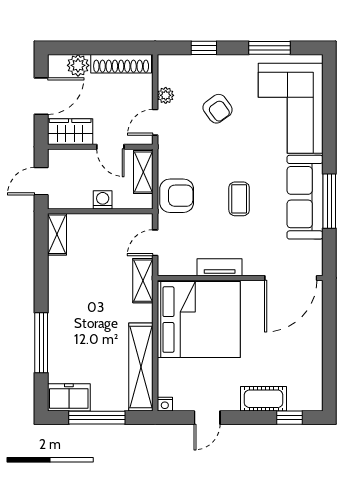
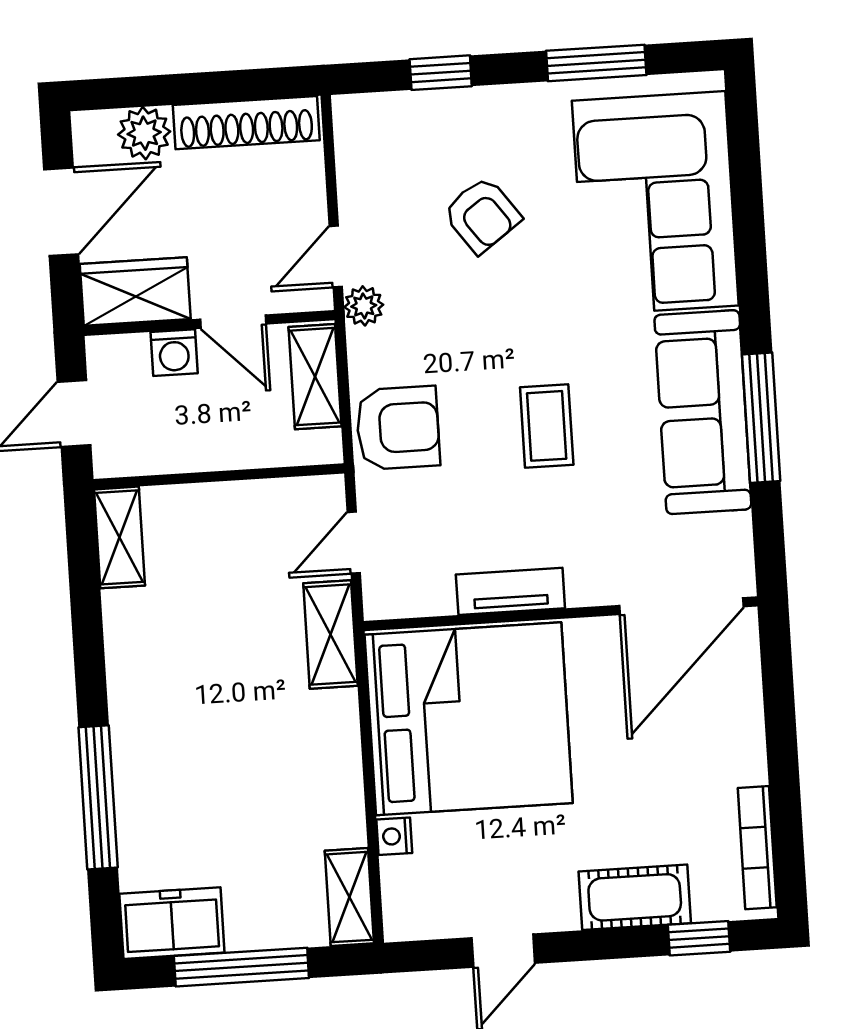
plant: (166, 95) -> (364, 306), moved
washing machine: (103, 200) -> (174, 353), moved, turned 180
shelving: (141, 367) -> (349, 897), width x0.45, depth x0.75
bookcase: (316, 381) -> (757, 848), added
nightstand: (165, 404) -> (394, 836), moved, turned 90

